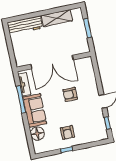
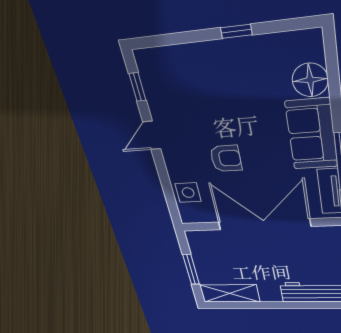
shelving: (57, 18) -> (230, 293), moved
side table: (88, 74) -> (188, 193), added
armchair: (67, 133) -> (233, 75), removed

